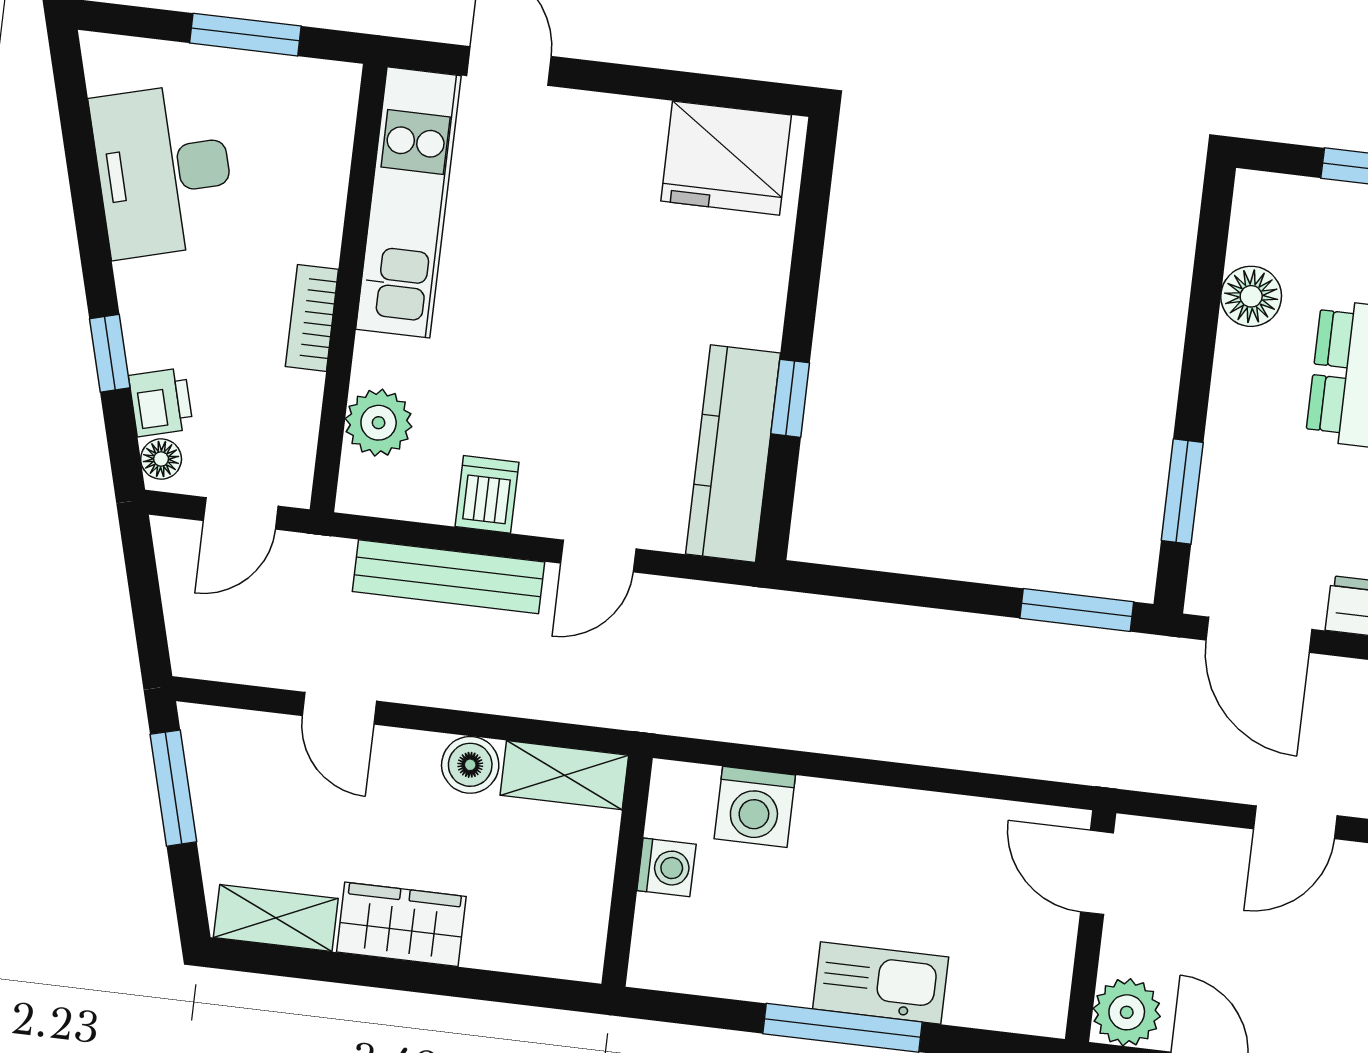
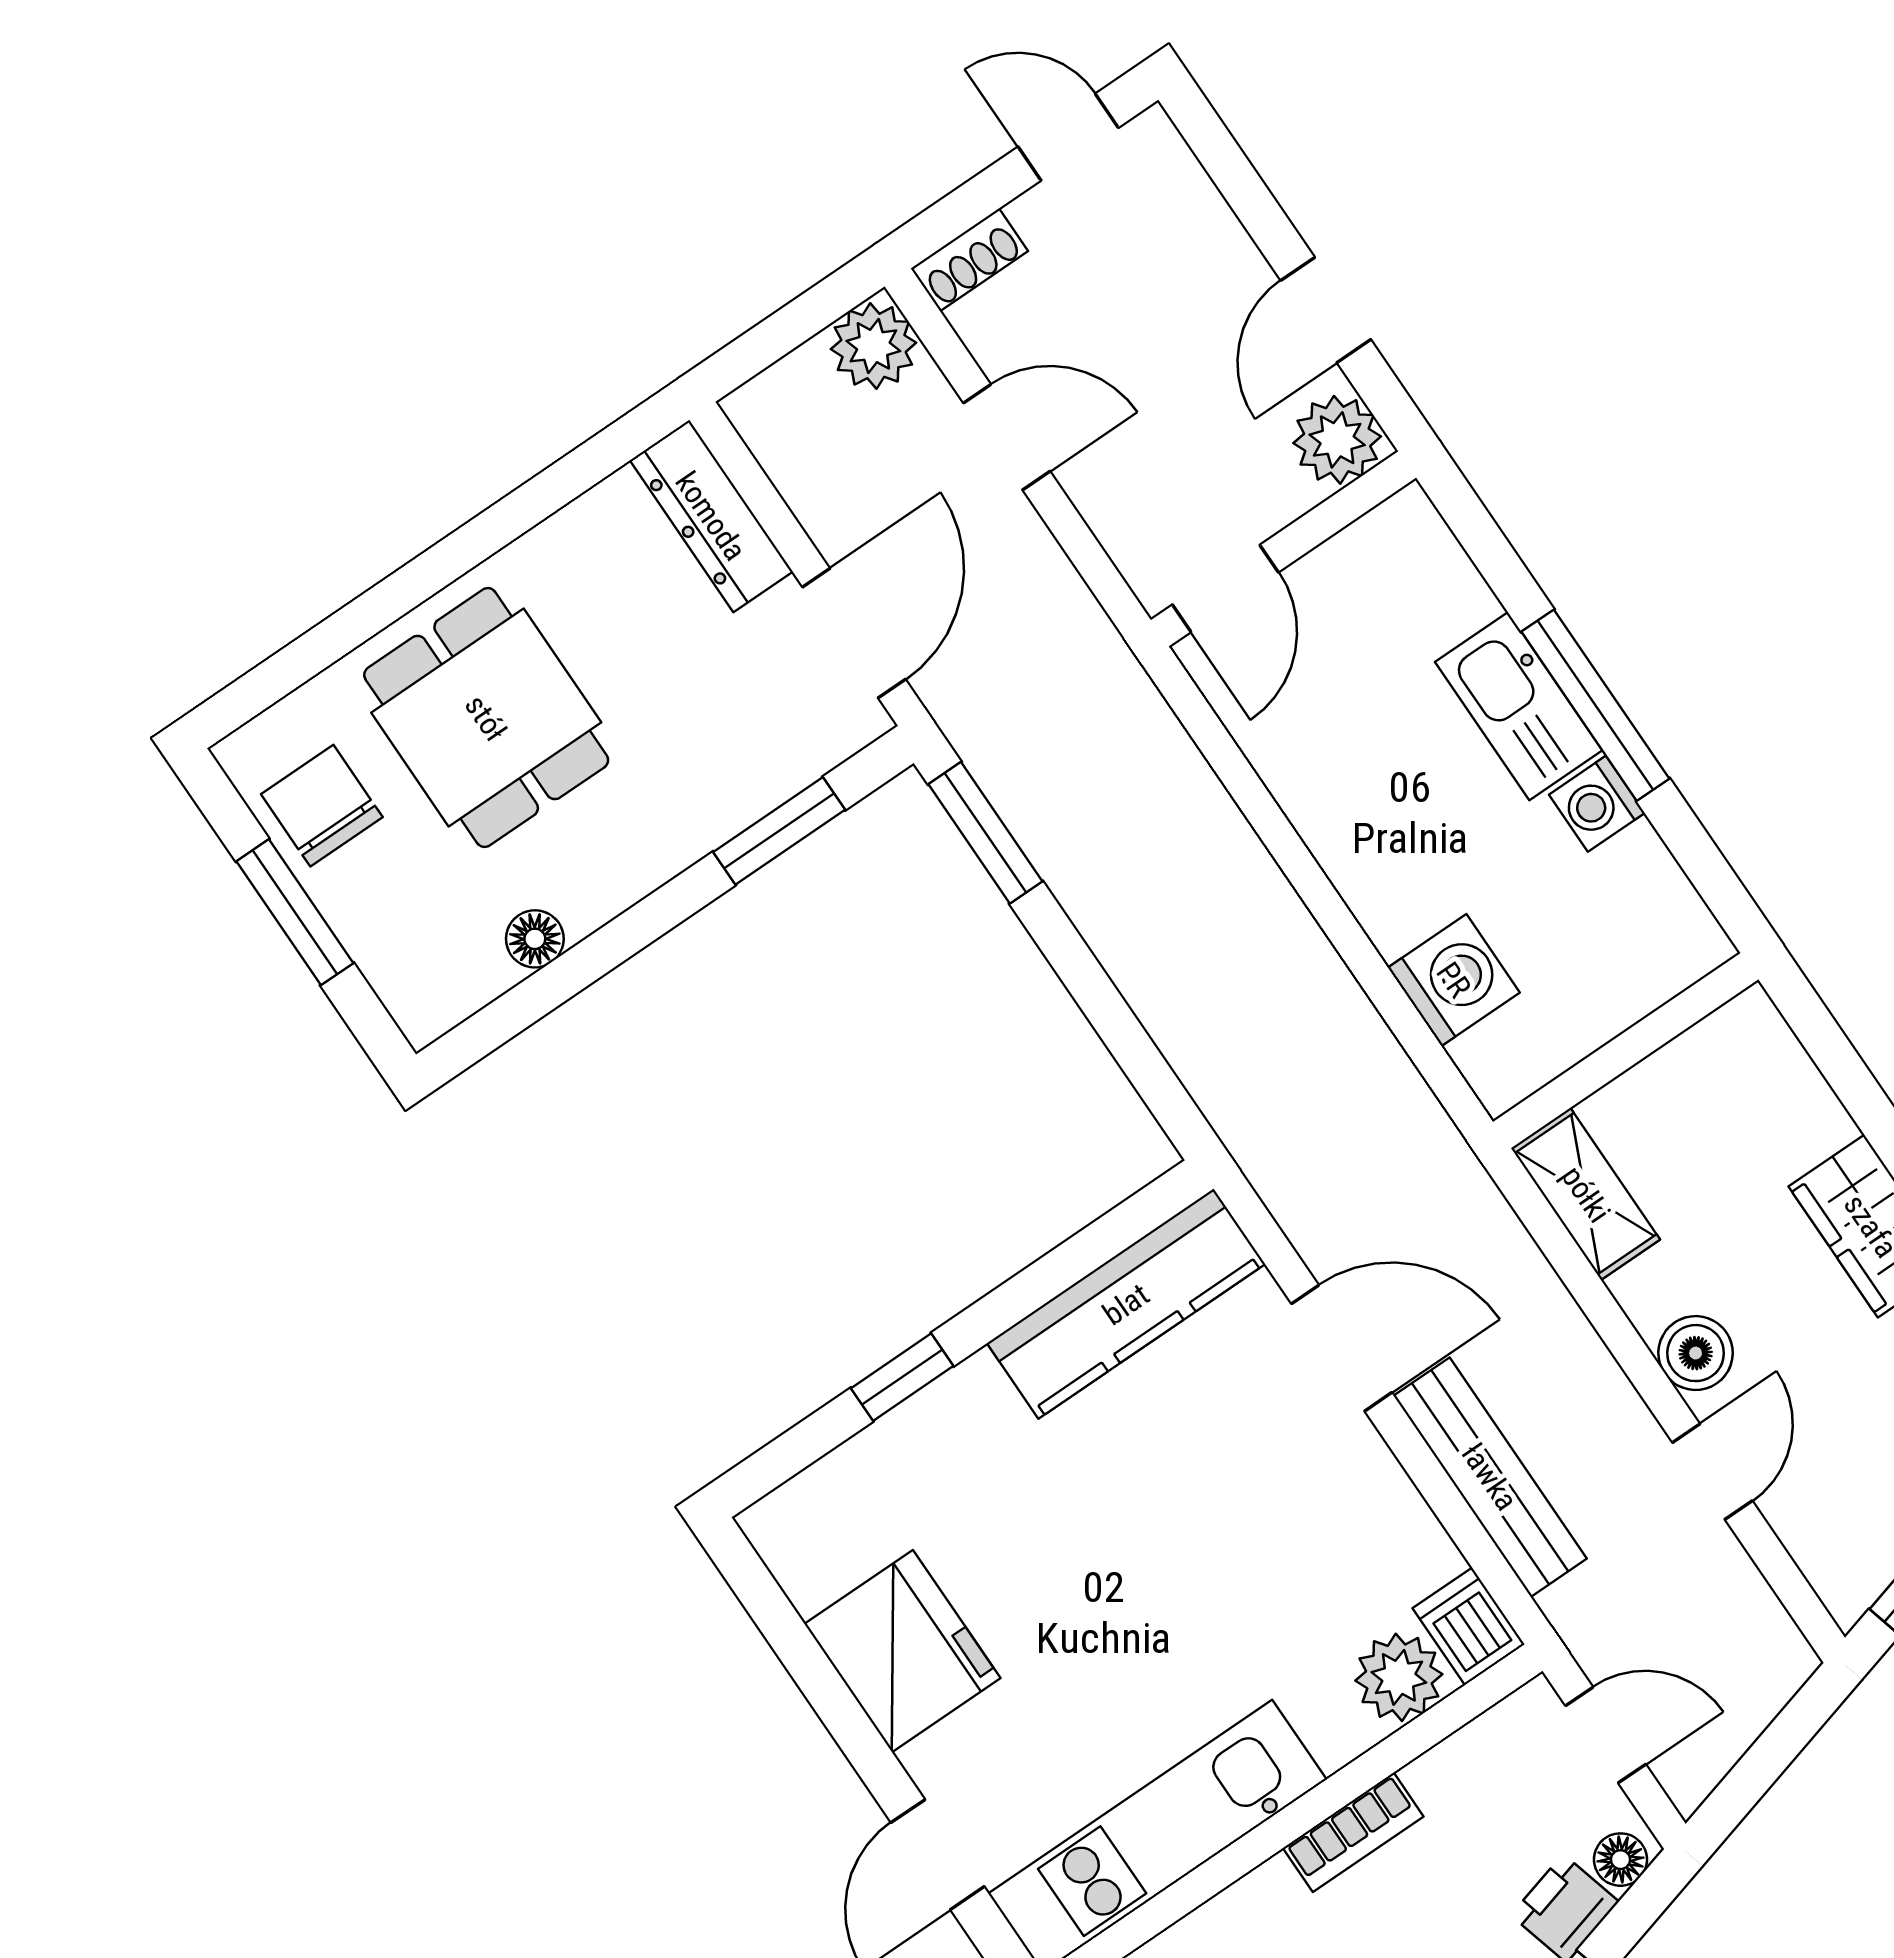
fridge: (726, 158) -> (902, 1651), moved
floor lamp: (1251, 296) -> (535, 939), width x0.73, depth x0.73
window: (790, 398) -> (902, 1377), moved
dishwasher: (487, 494) -> (1469, 1626), moved, turned 90
door: (598, 556) -> (1342, 1348), width x1.38
boiler: (470, 765) -> (1696, 1353), moved
washing machine: (666, 867) -> (1597, 804), moved, turned -90

